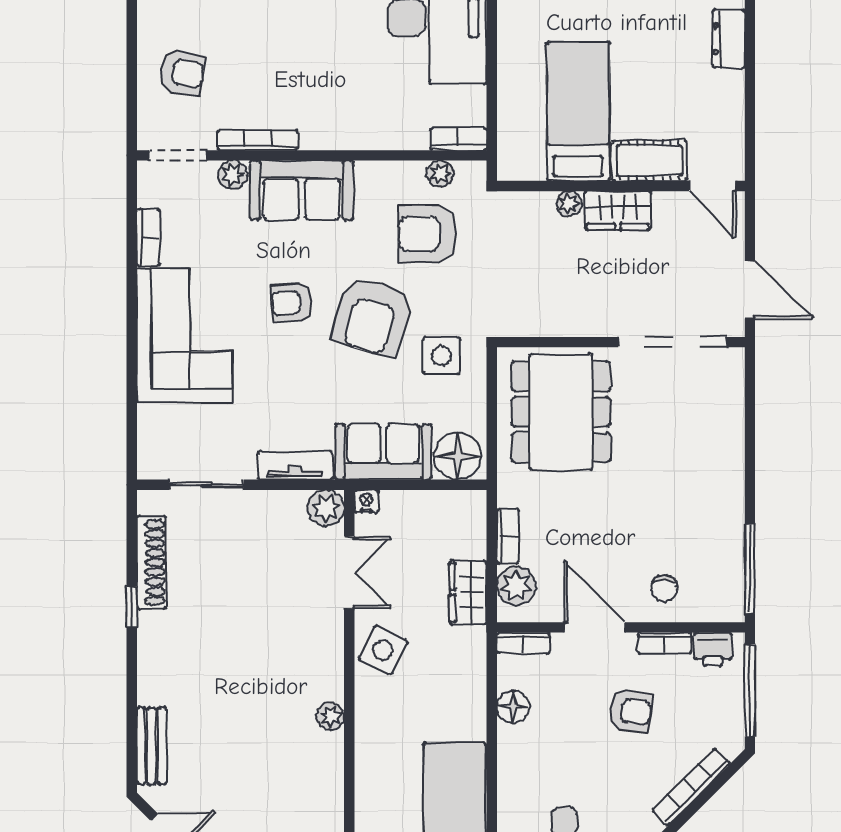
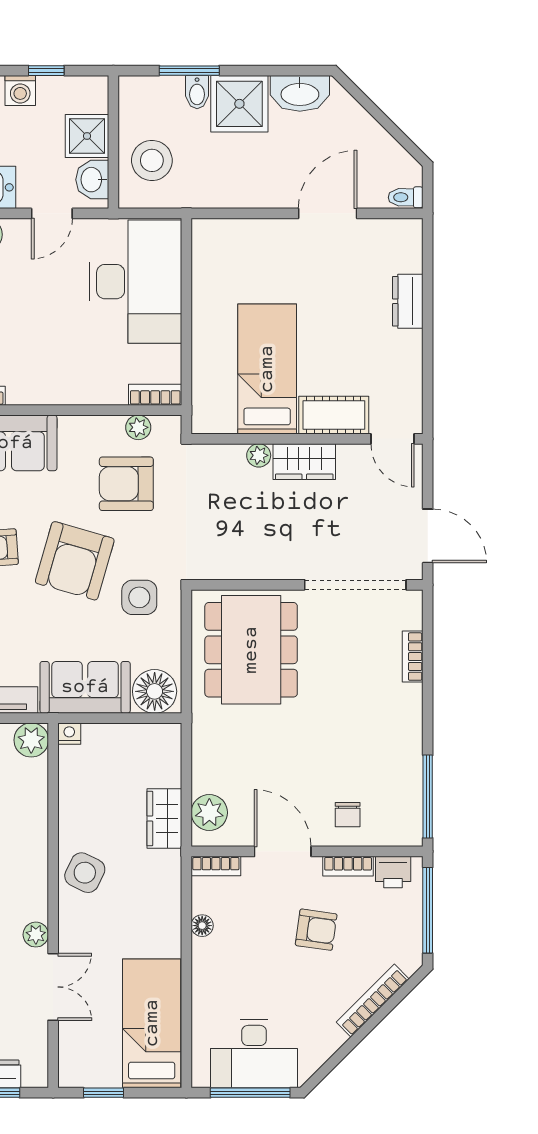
bookcase: (508, 536) -> (413, 657), moved, turned 180
double door: (349, 572) -> (53, 987), moved
floor lamp: (513, 707) -> (202, 926), width x0.73, depth x0.73

